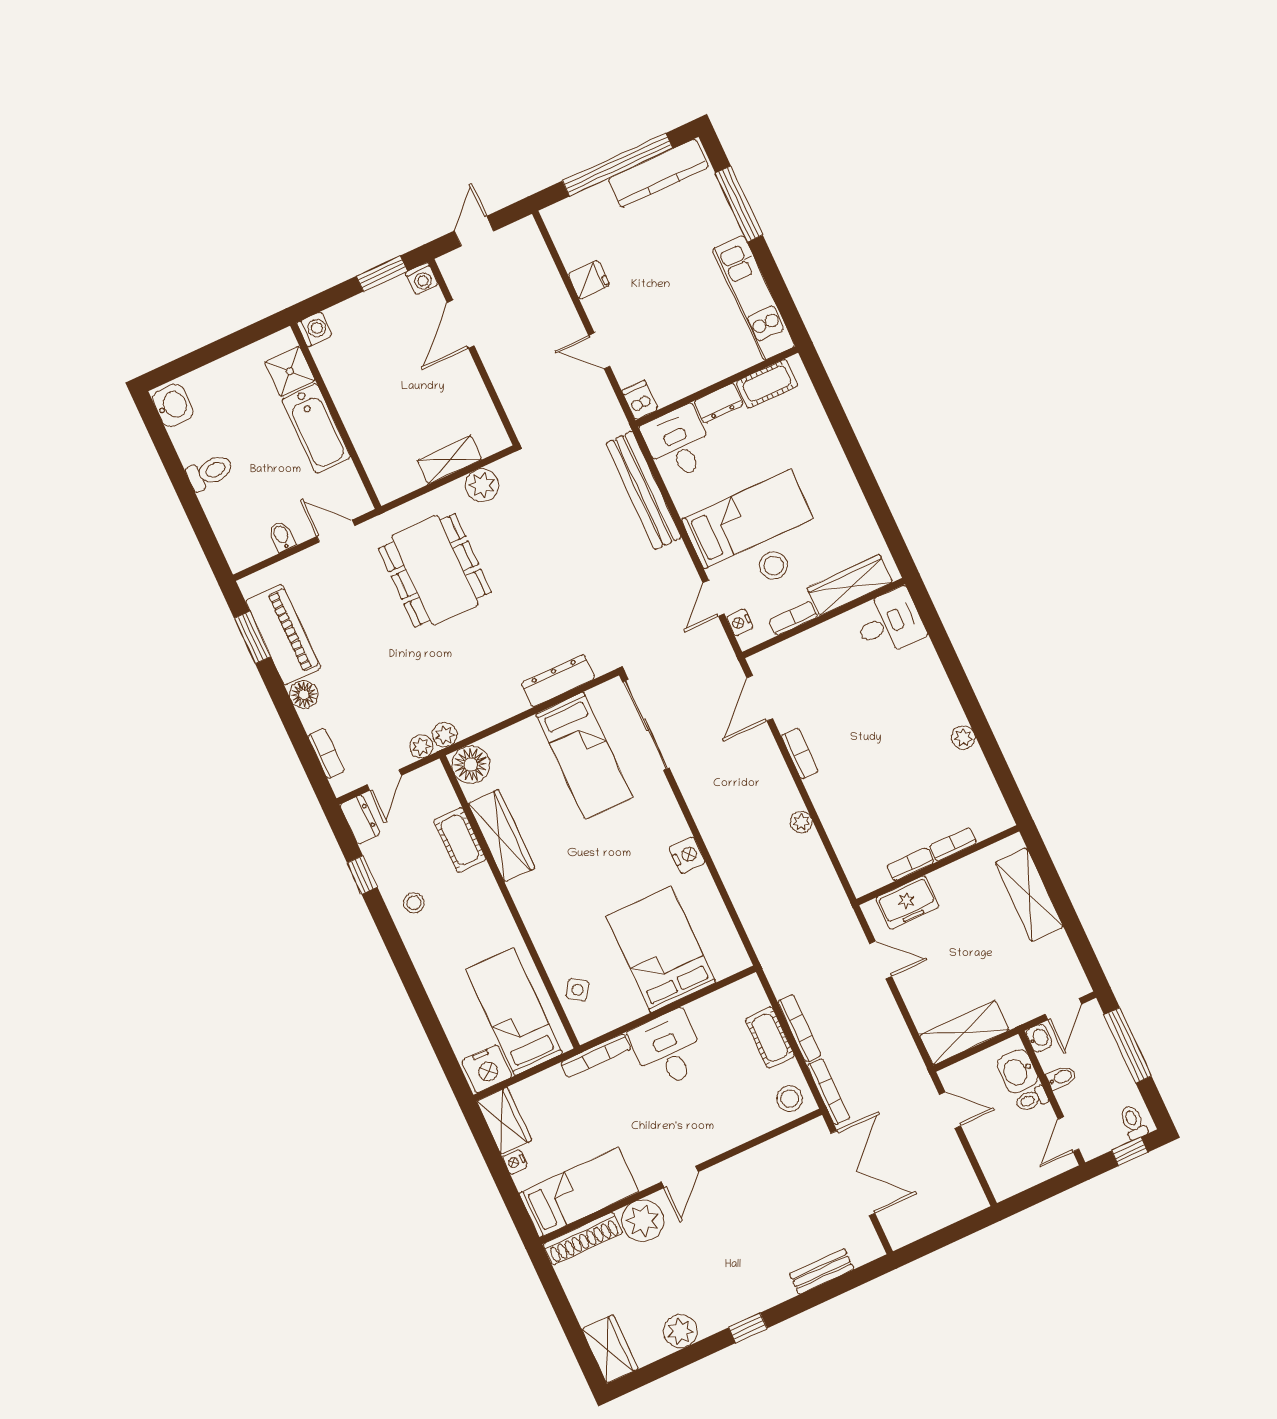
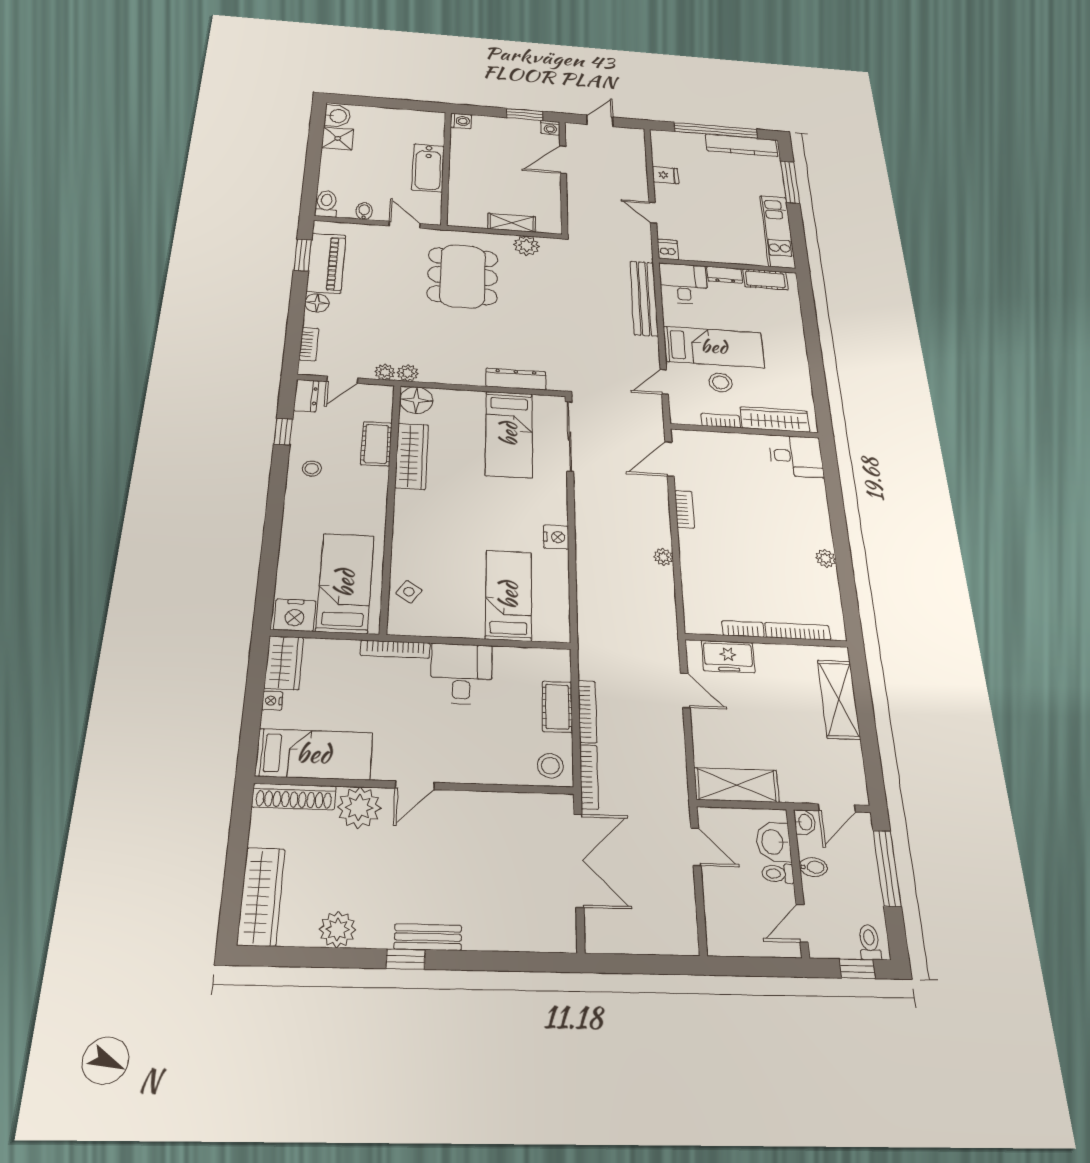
shower: (290, 371) -> (338, 138), moved
toilet: (210, 472) -> (326, 204), moved, turned -90
nightstand: (740, 622) -> (677, 405), removed
bookcase: (953, 844) -> (798, 631), width x1.56
bed: (661, 949) -> (509, 595), width x0.67
bench: (822, 1271) -> (428, 937), moved
wardrobe: (610, 1349) -> (261, 896), width x1.50

